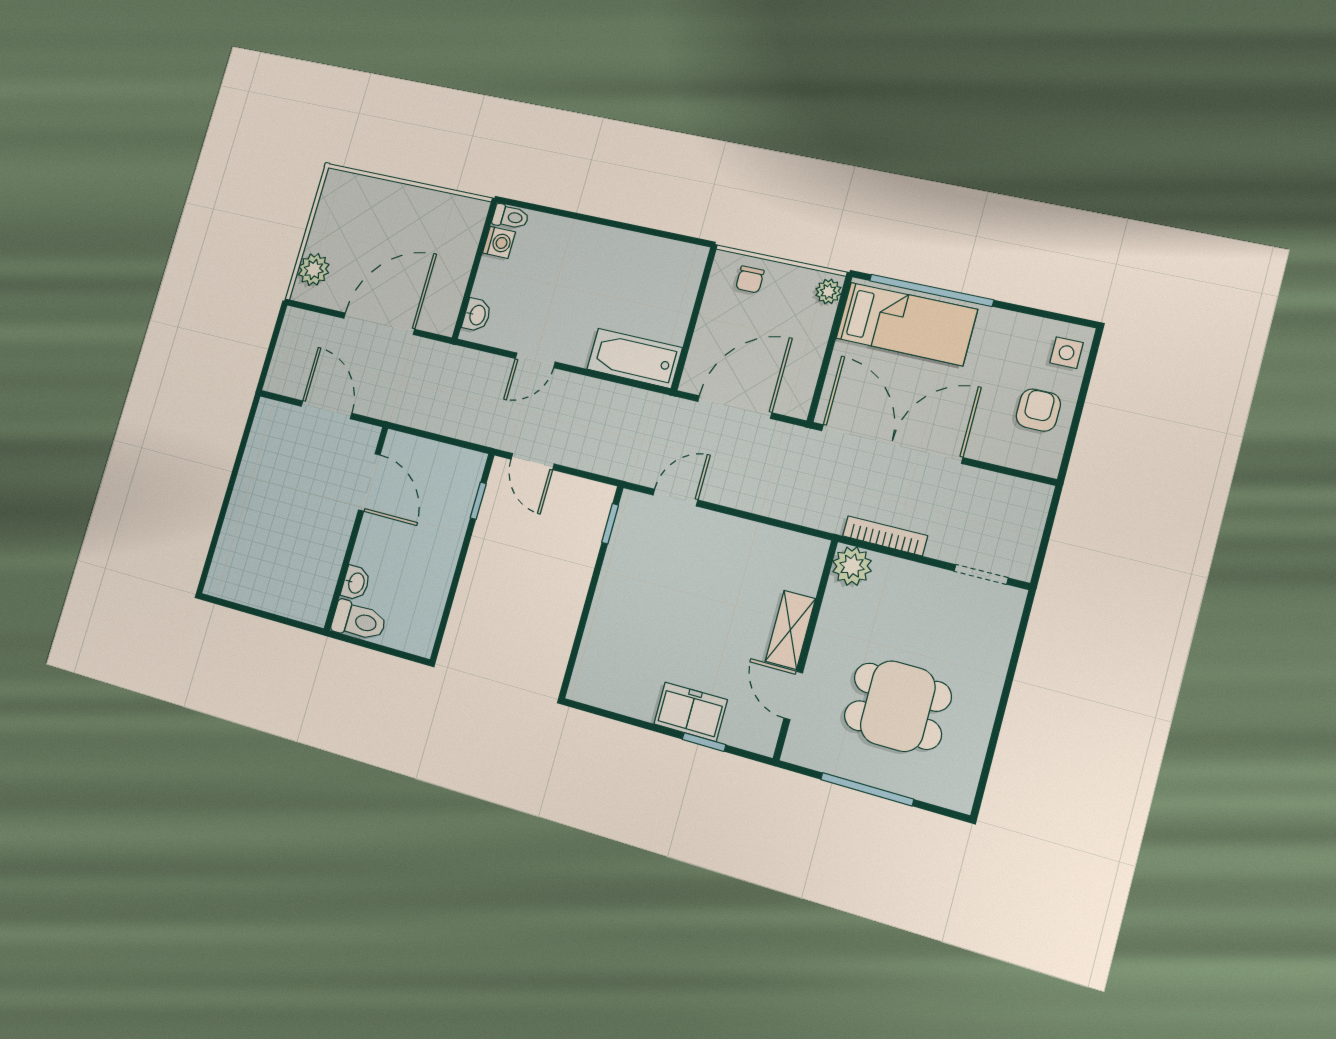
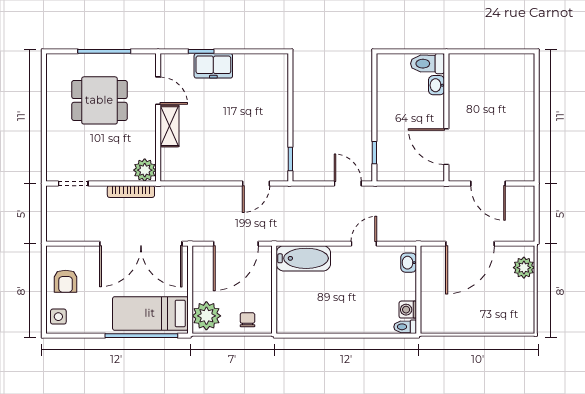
plant: (828, 292) -> (206, 316), width x1.88, depth x1.88

